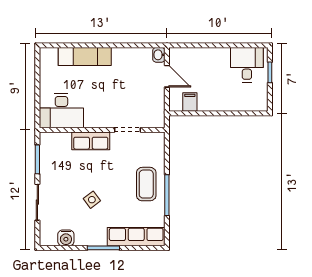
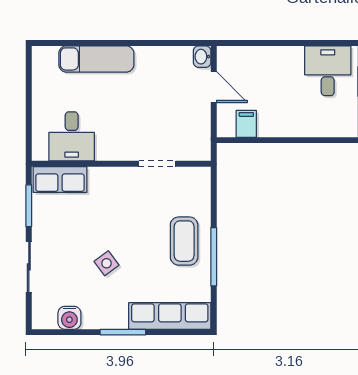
desk: (61, 111) -> (72, 136), width x0.73
row of seats: (91, 141) -> (60, 180), moved

